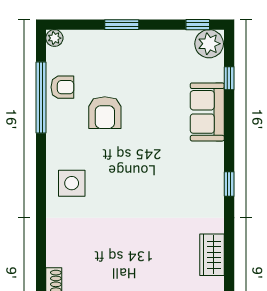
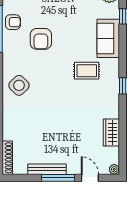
rug: (174, 161) -> (87, 71), added
side table: (72, 183) -> (19, 85), turned 45

